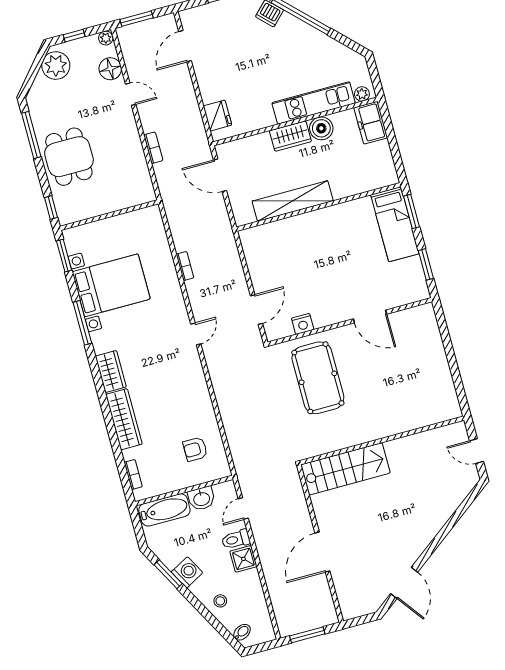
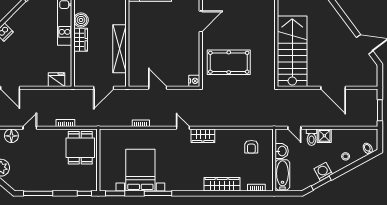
dining table: (69, 157) -> (80, 148), moved, turned 90
door: (220, 175) -> (104, 88), moved
door: (257, 310) -> (158, 88), moved
nightstand: (303, 324) -> (194, 81), moved
wardrobe: (111, 371) -> (203, 136), moved, turned 180
stairs: (345, 469) -> (292, 51), width x1.36, depth x1.51

